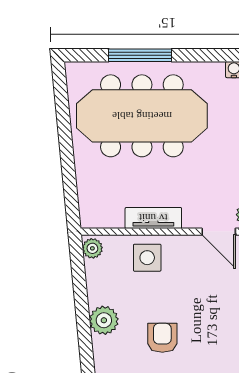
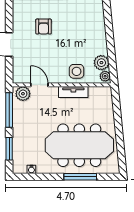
plant: (104, 320) -> (101, 63), moved
armchair: (162, 338) -> (44, 27), moved

